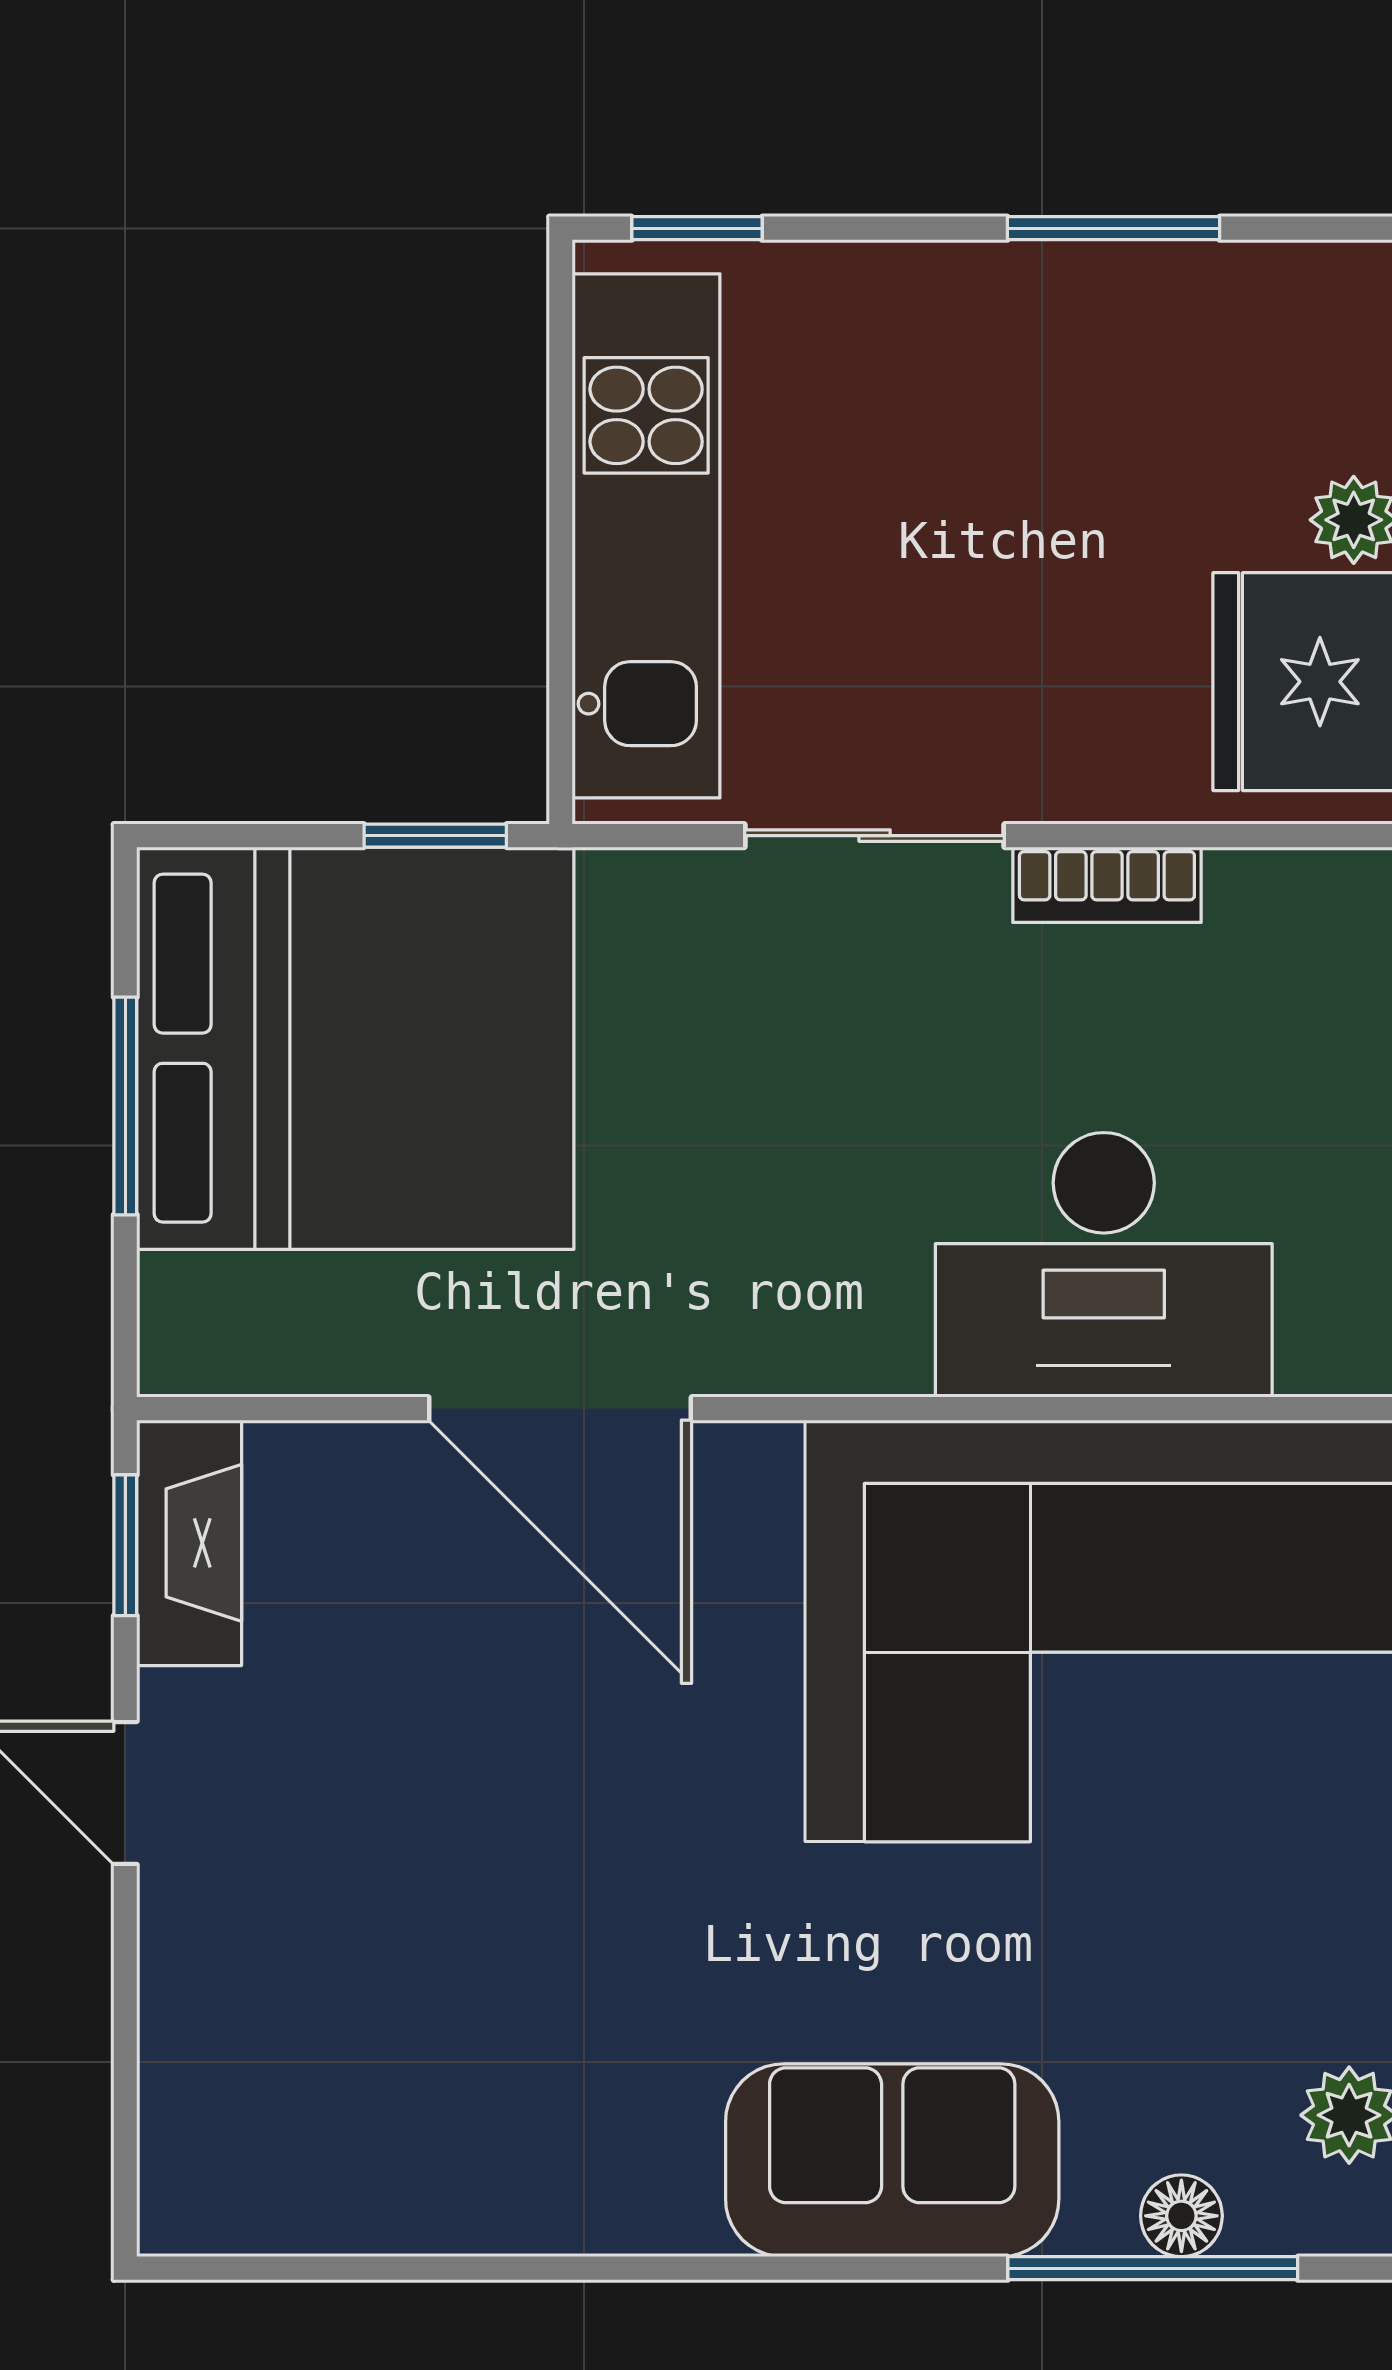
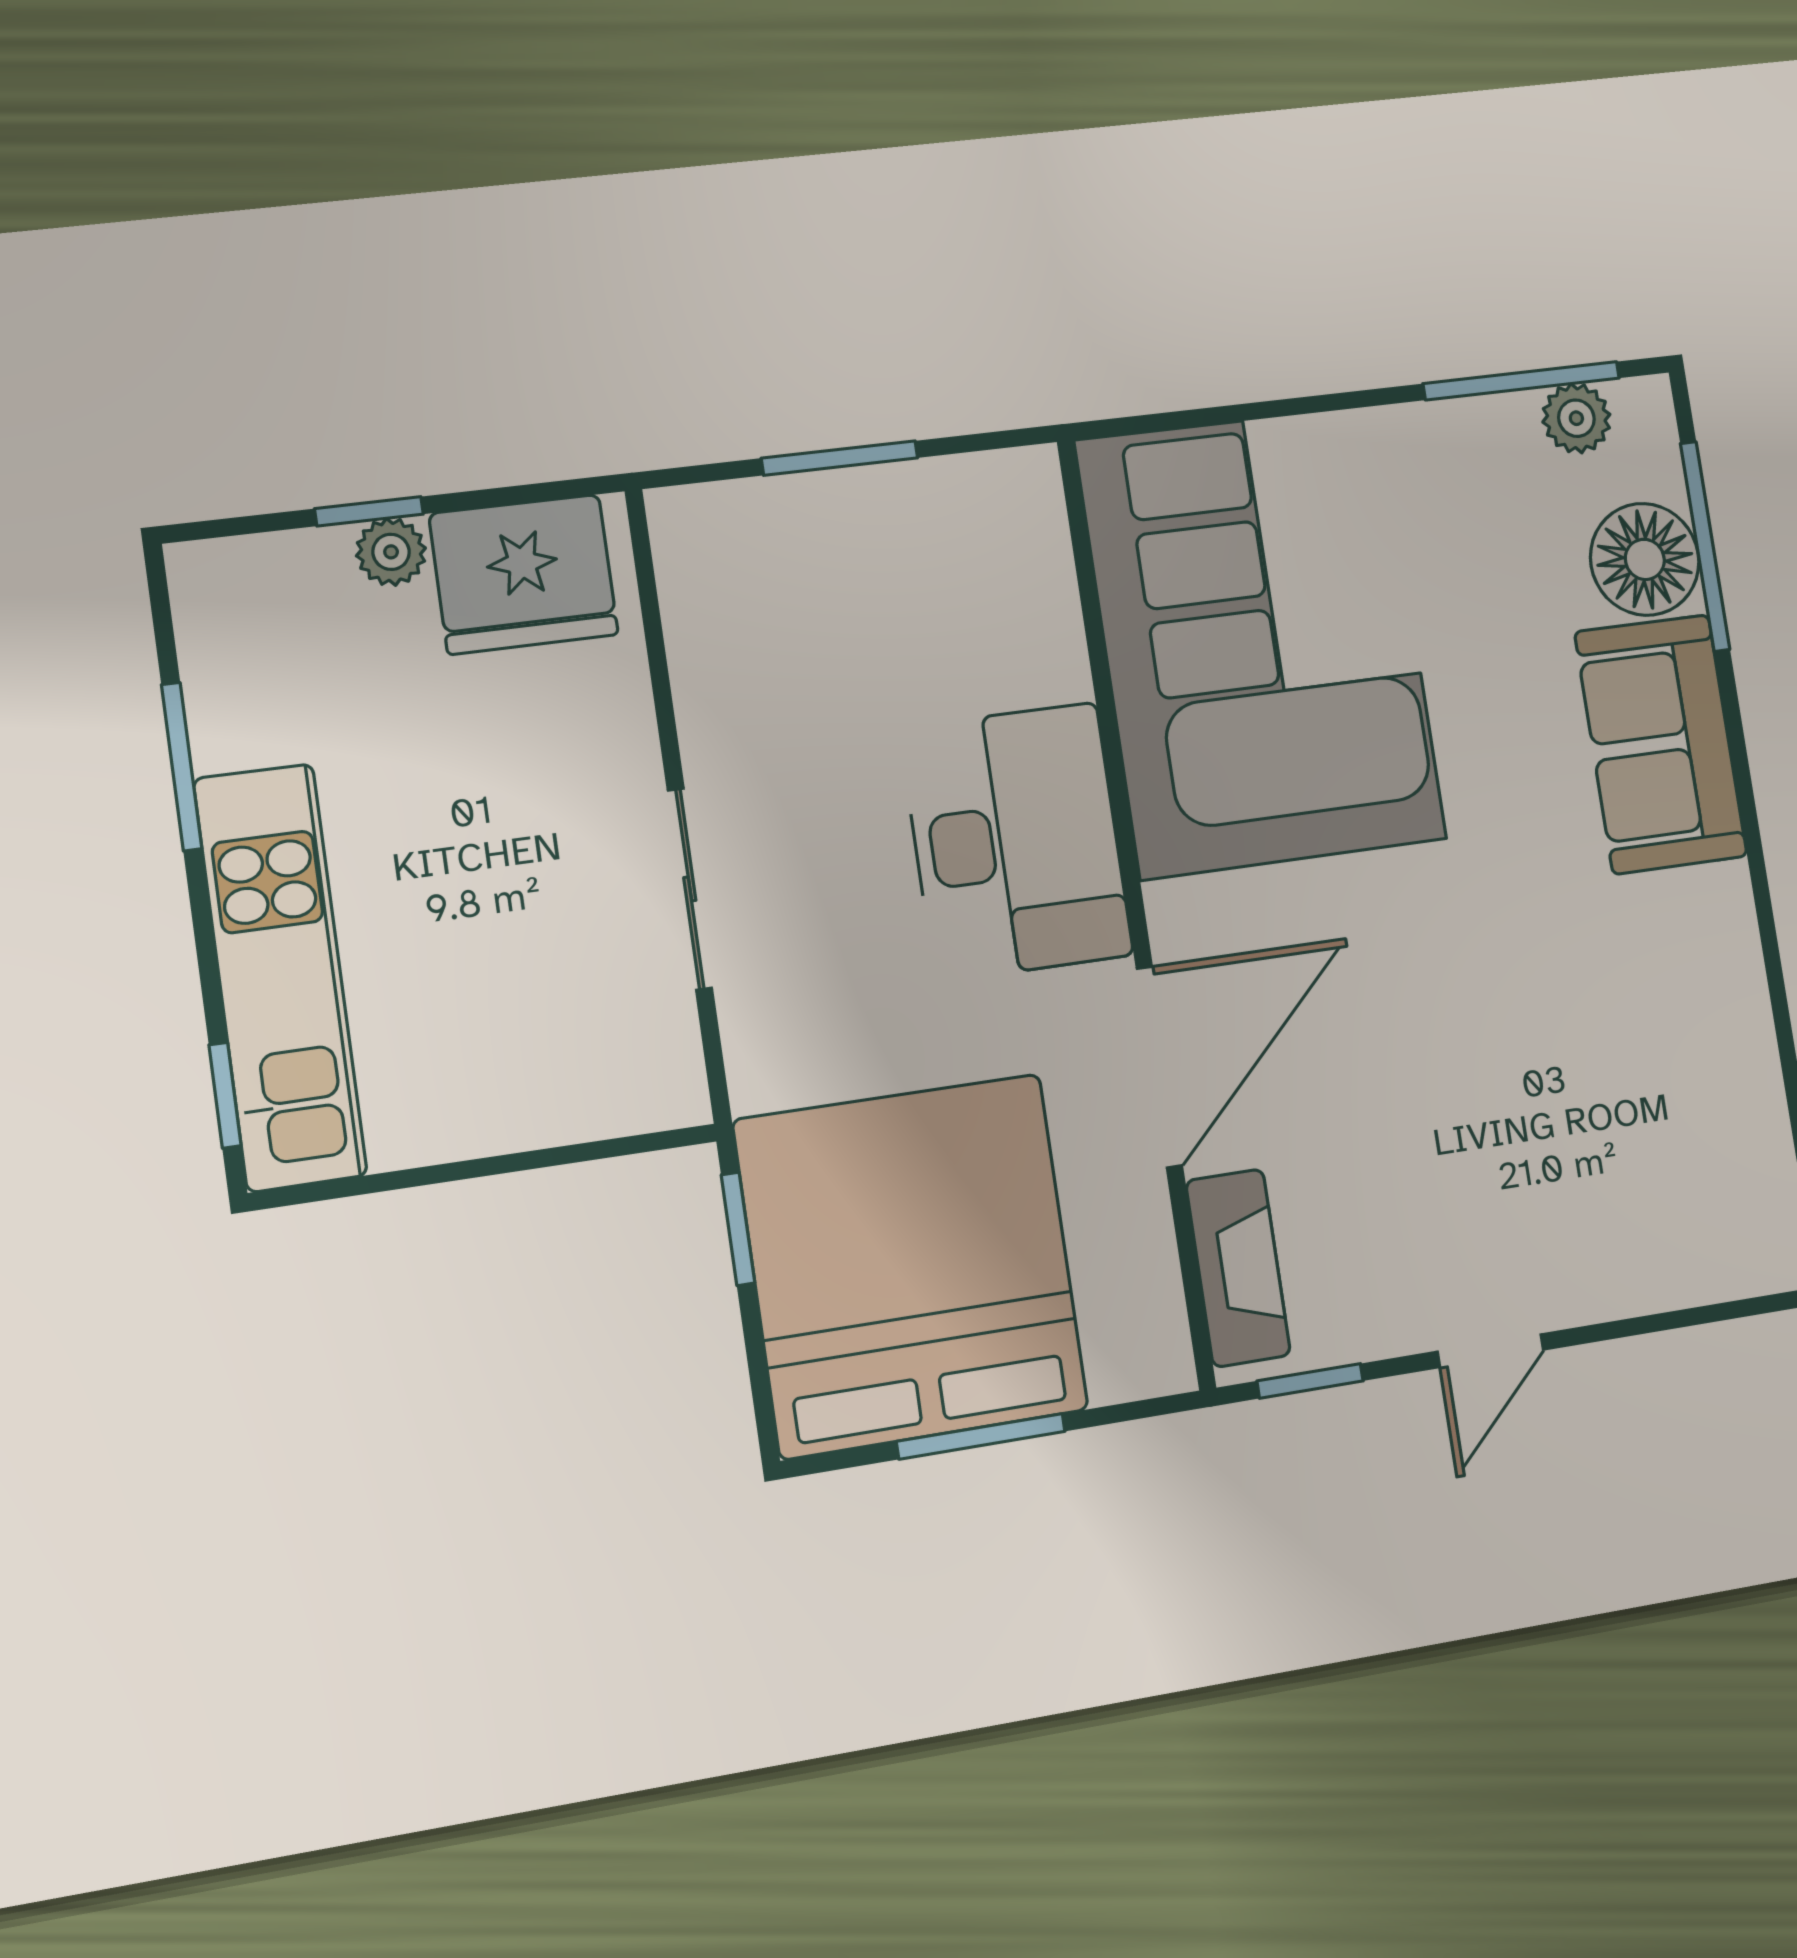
kitchen unit: (646, 536) -> (280, 977), moved, turned 90
bookcase: (1107, 885) -> (703, 706), removed
desk: (1104, 1265) -> (1016, 842), moved
fireplace: (189, 1543) -> (1238, 1268), moved, turned 90
floor lamp: (1181, 2216) -> (1645, 559), width x1.89, depth x1.89

